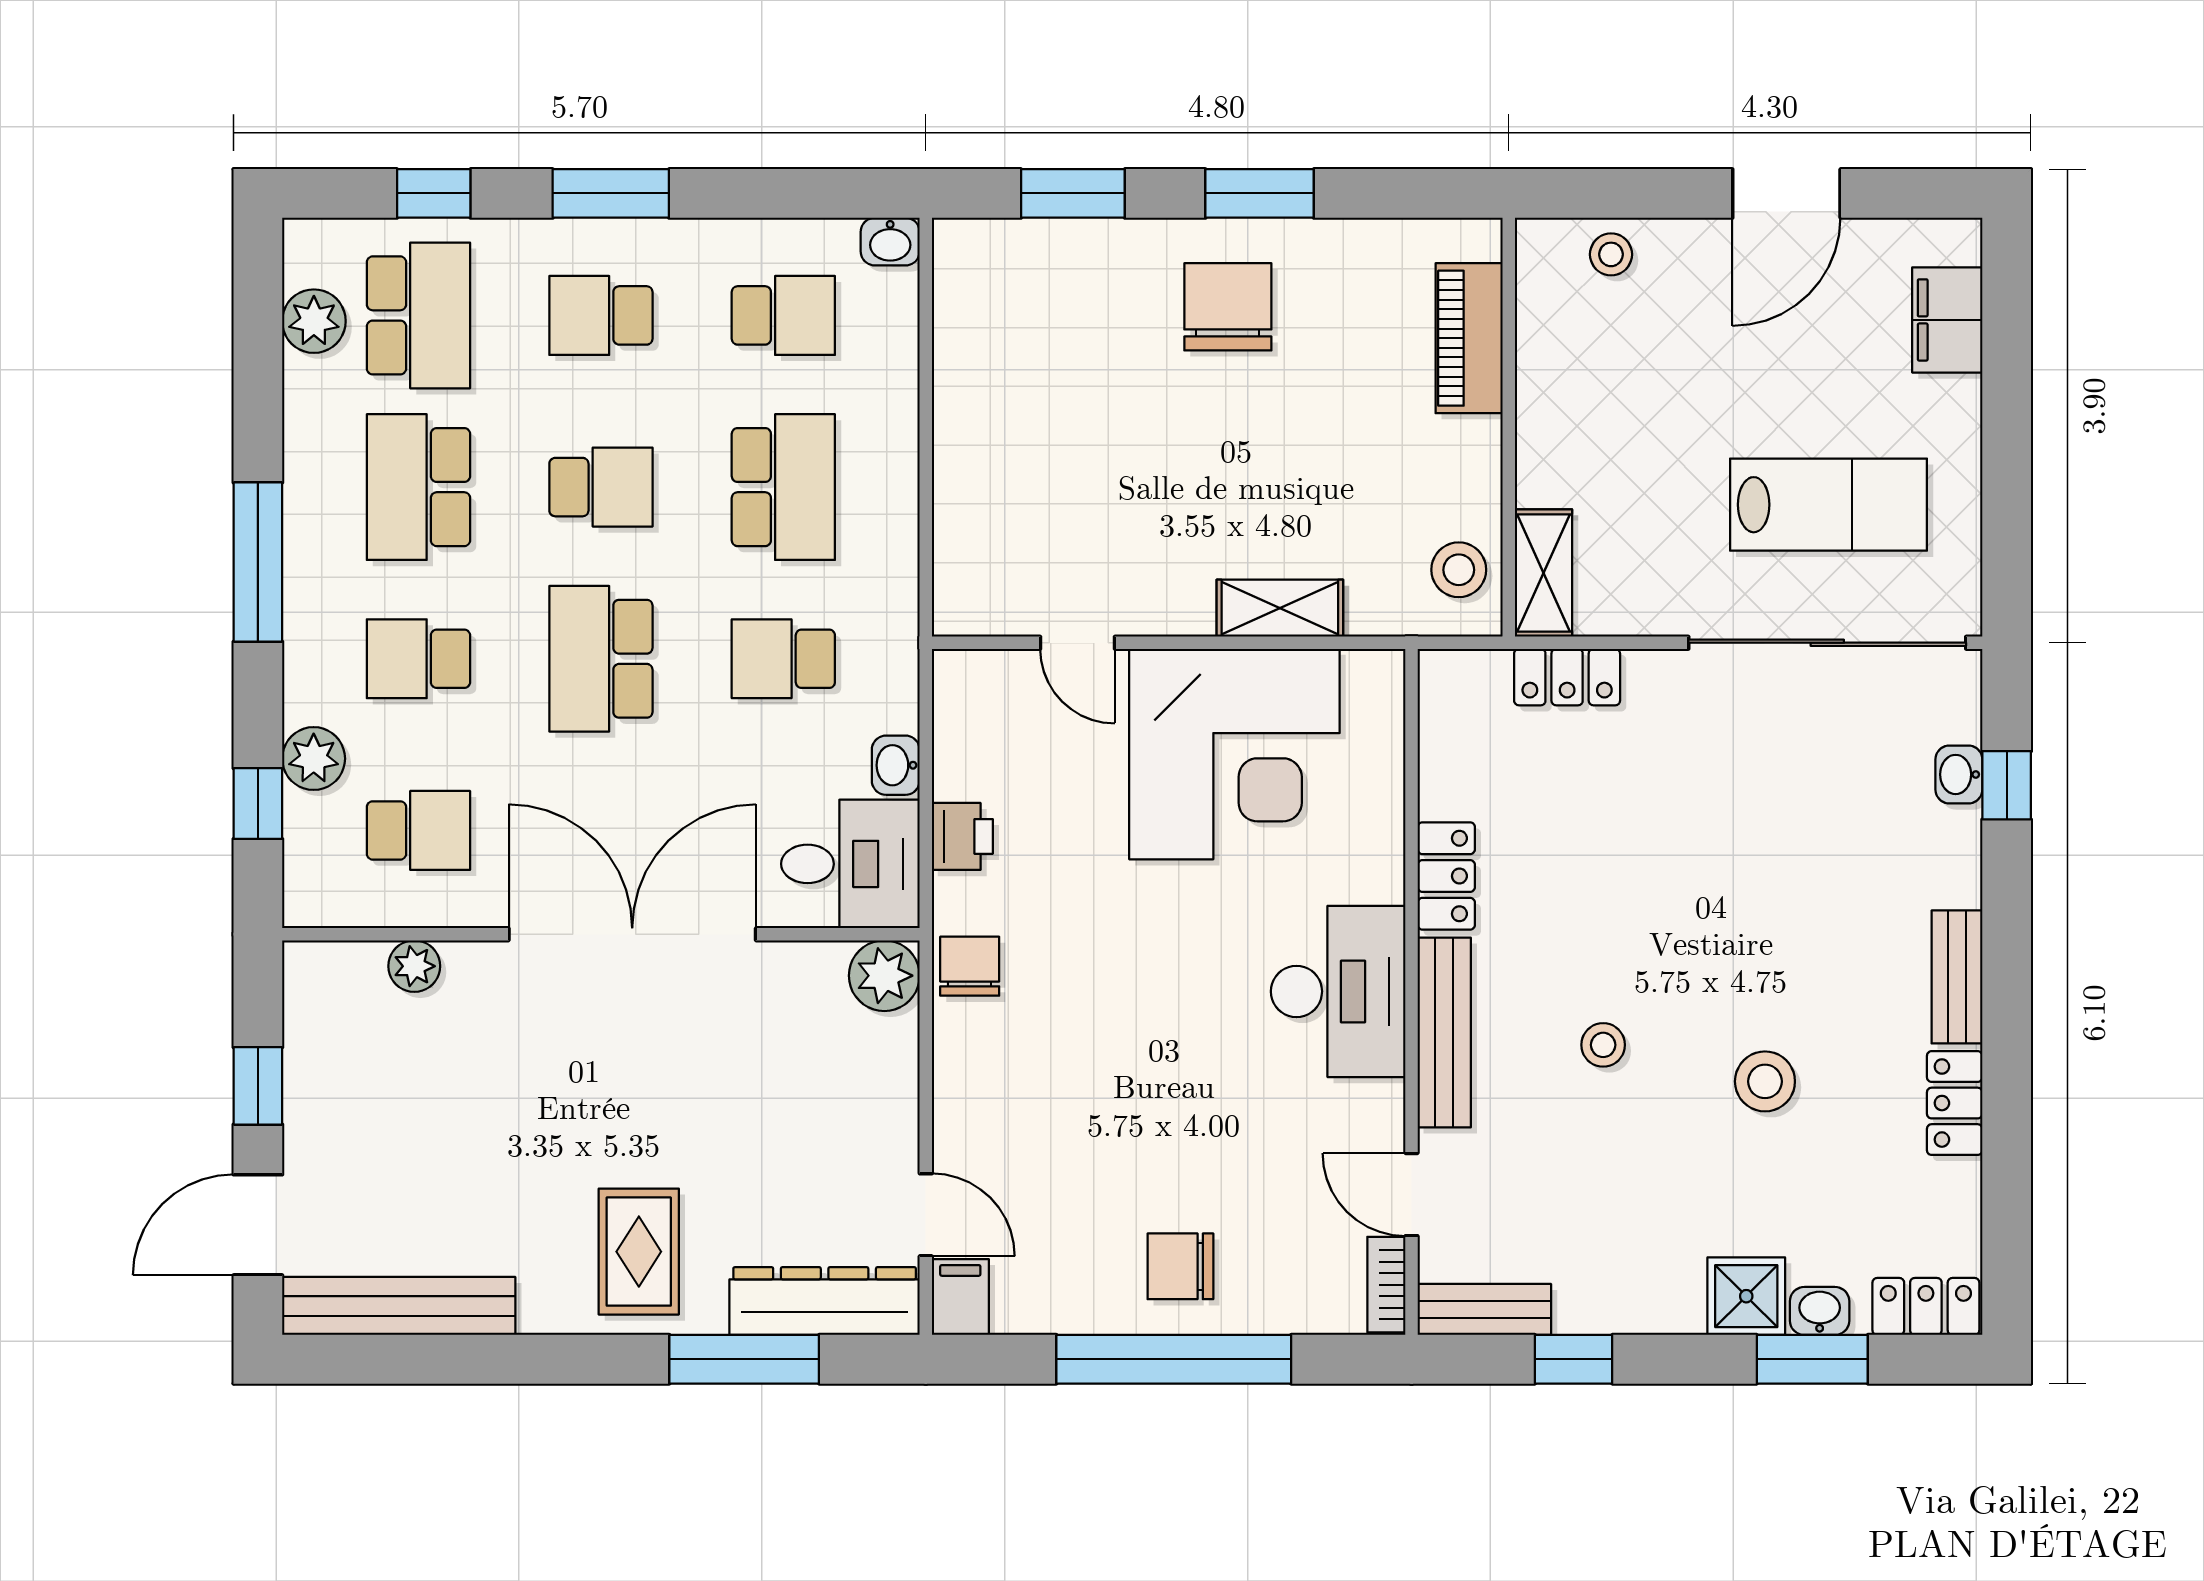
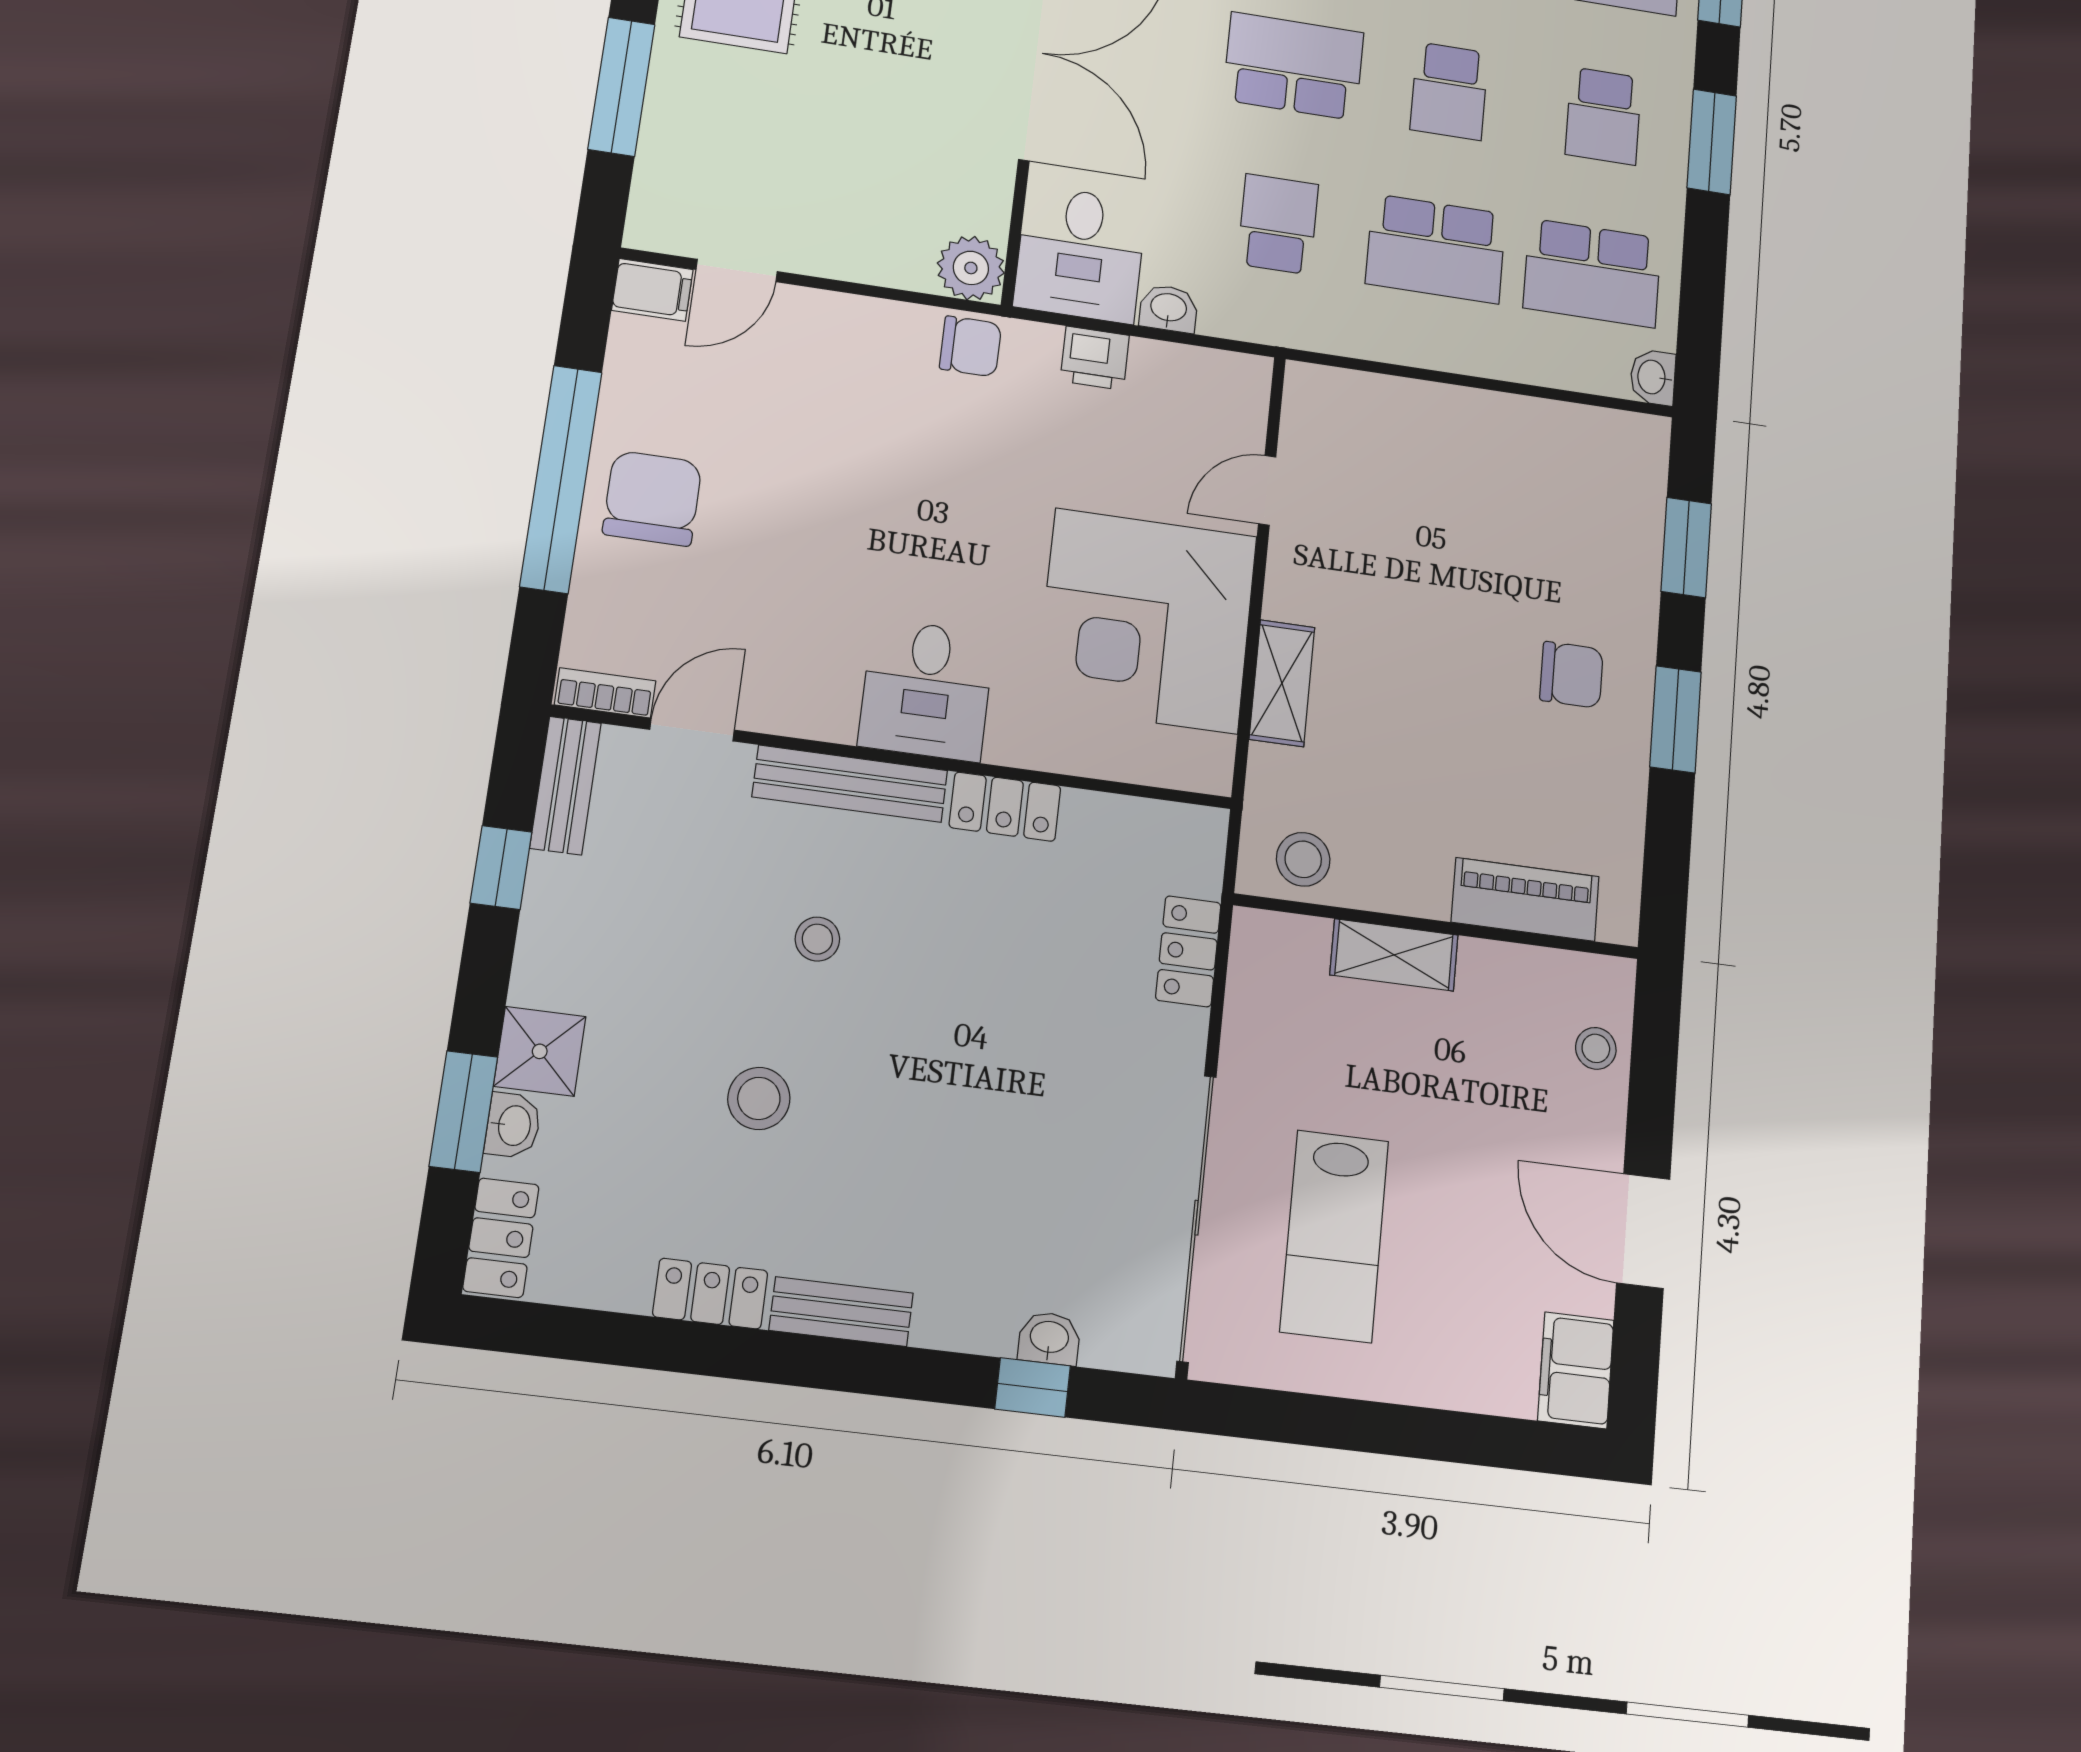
chair: (1228, 307) -> (1571, 675), width x0.73, depth x0.73
school desk: (601, 315) -> (1604, 116), turned 180
school desk: (783, 315) -> (1592, 273), width x1.85
filing cabinet: (1947, 320) -> (1576, 1370), moved, turned -90
shelving: (1543, 573) -> (1394, 955), moved
desk: (1338, 991) -> (926, 690), width x0.73
chair: (1180, 1266) -> (652, 498), width x1.37, depth x1.37
dresser: (825, 1301) -> (667, 167), removed

